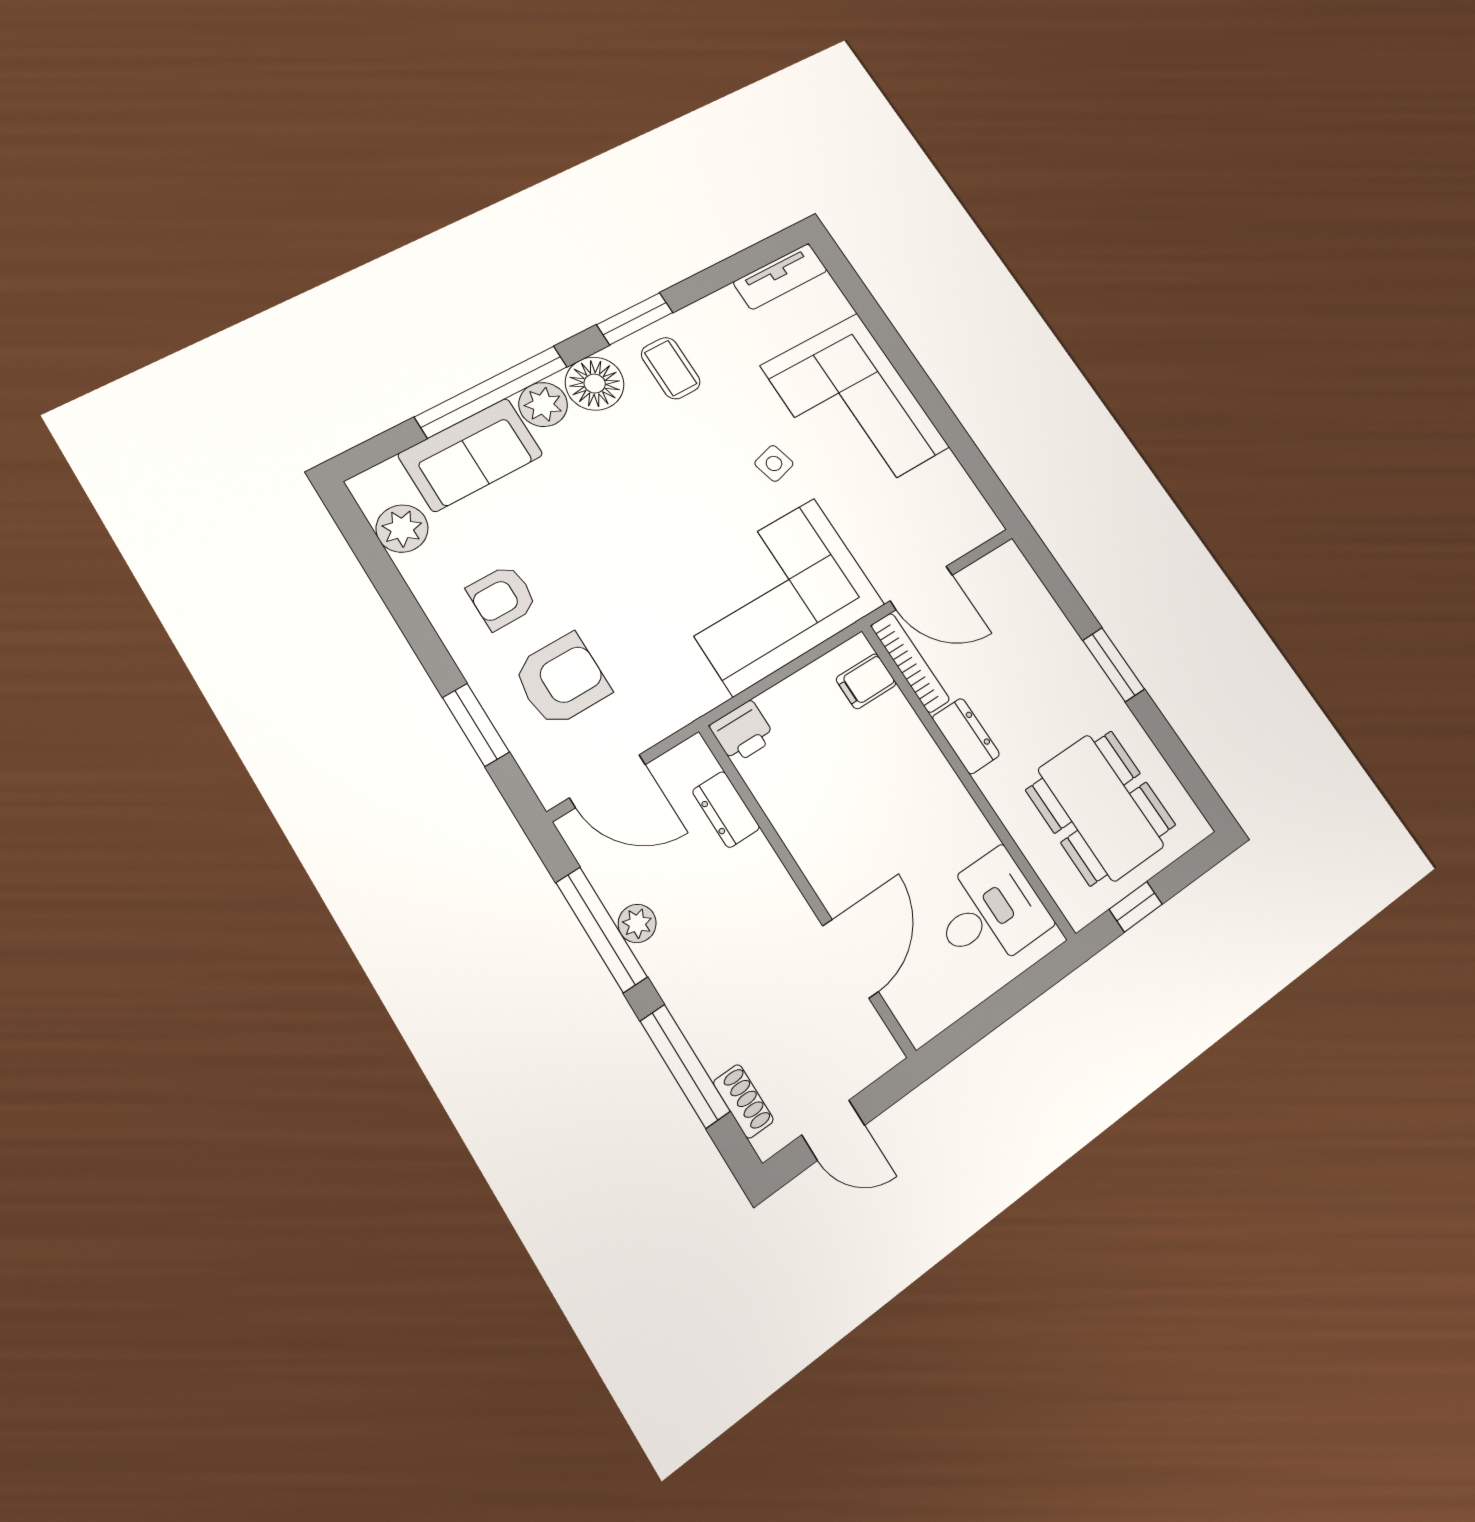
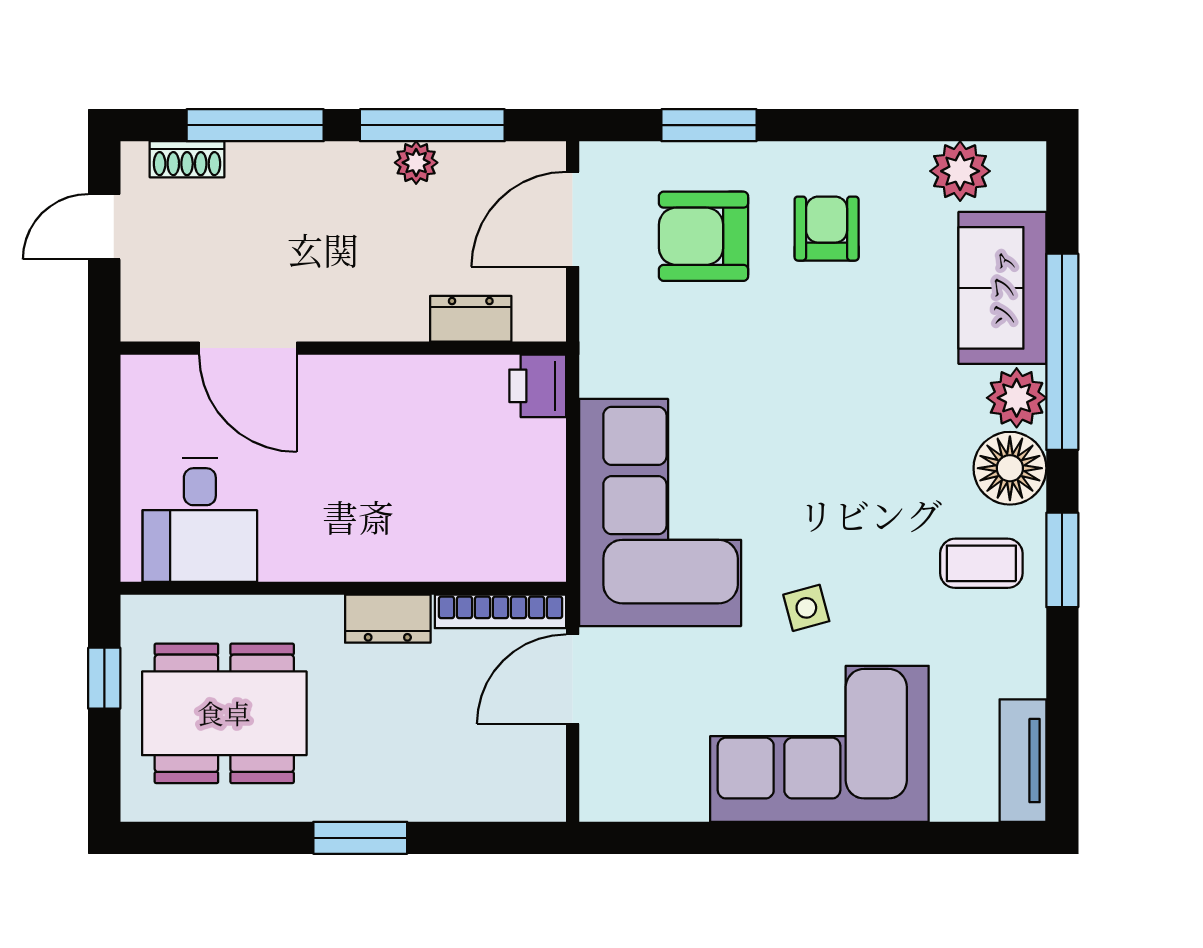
armchair: (562, 680) -> (704, 236), turned 90
filing cabinet: (866, 681) -> (510, 550), removed

